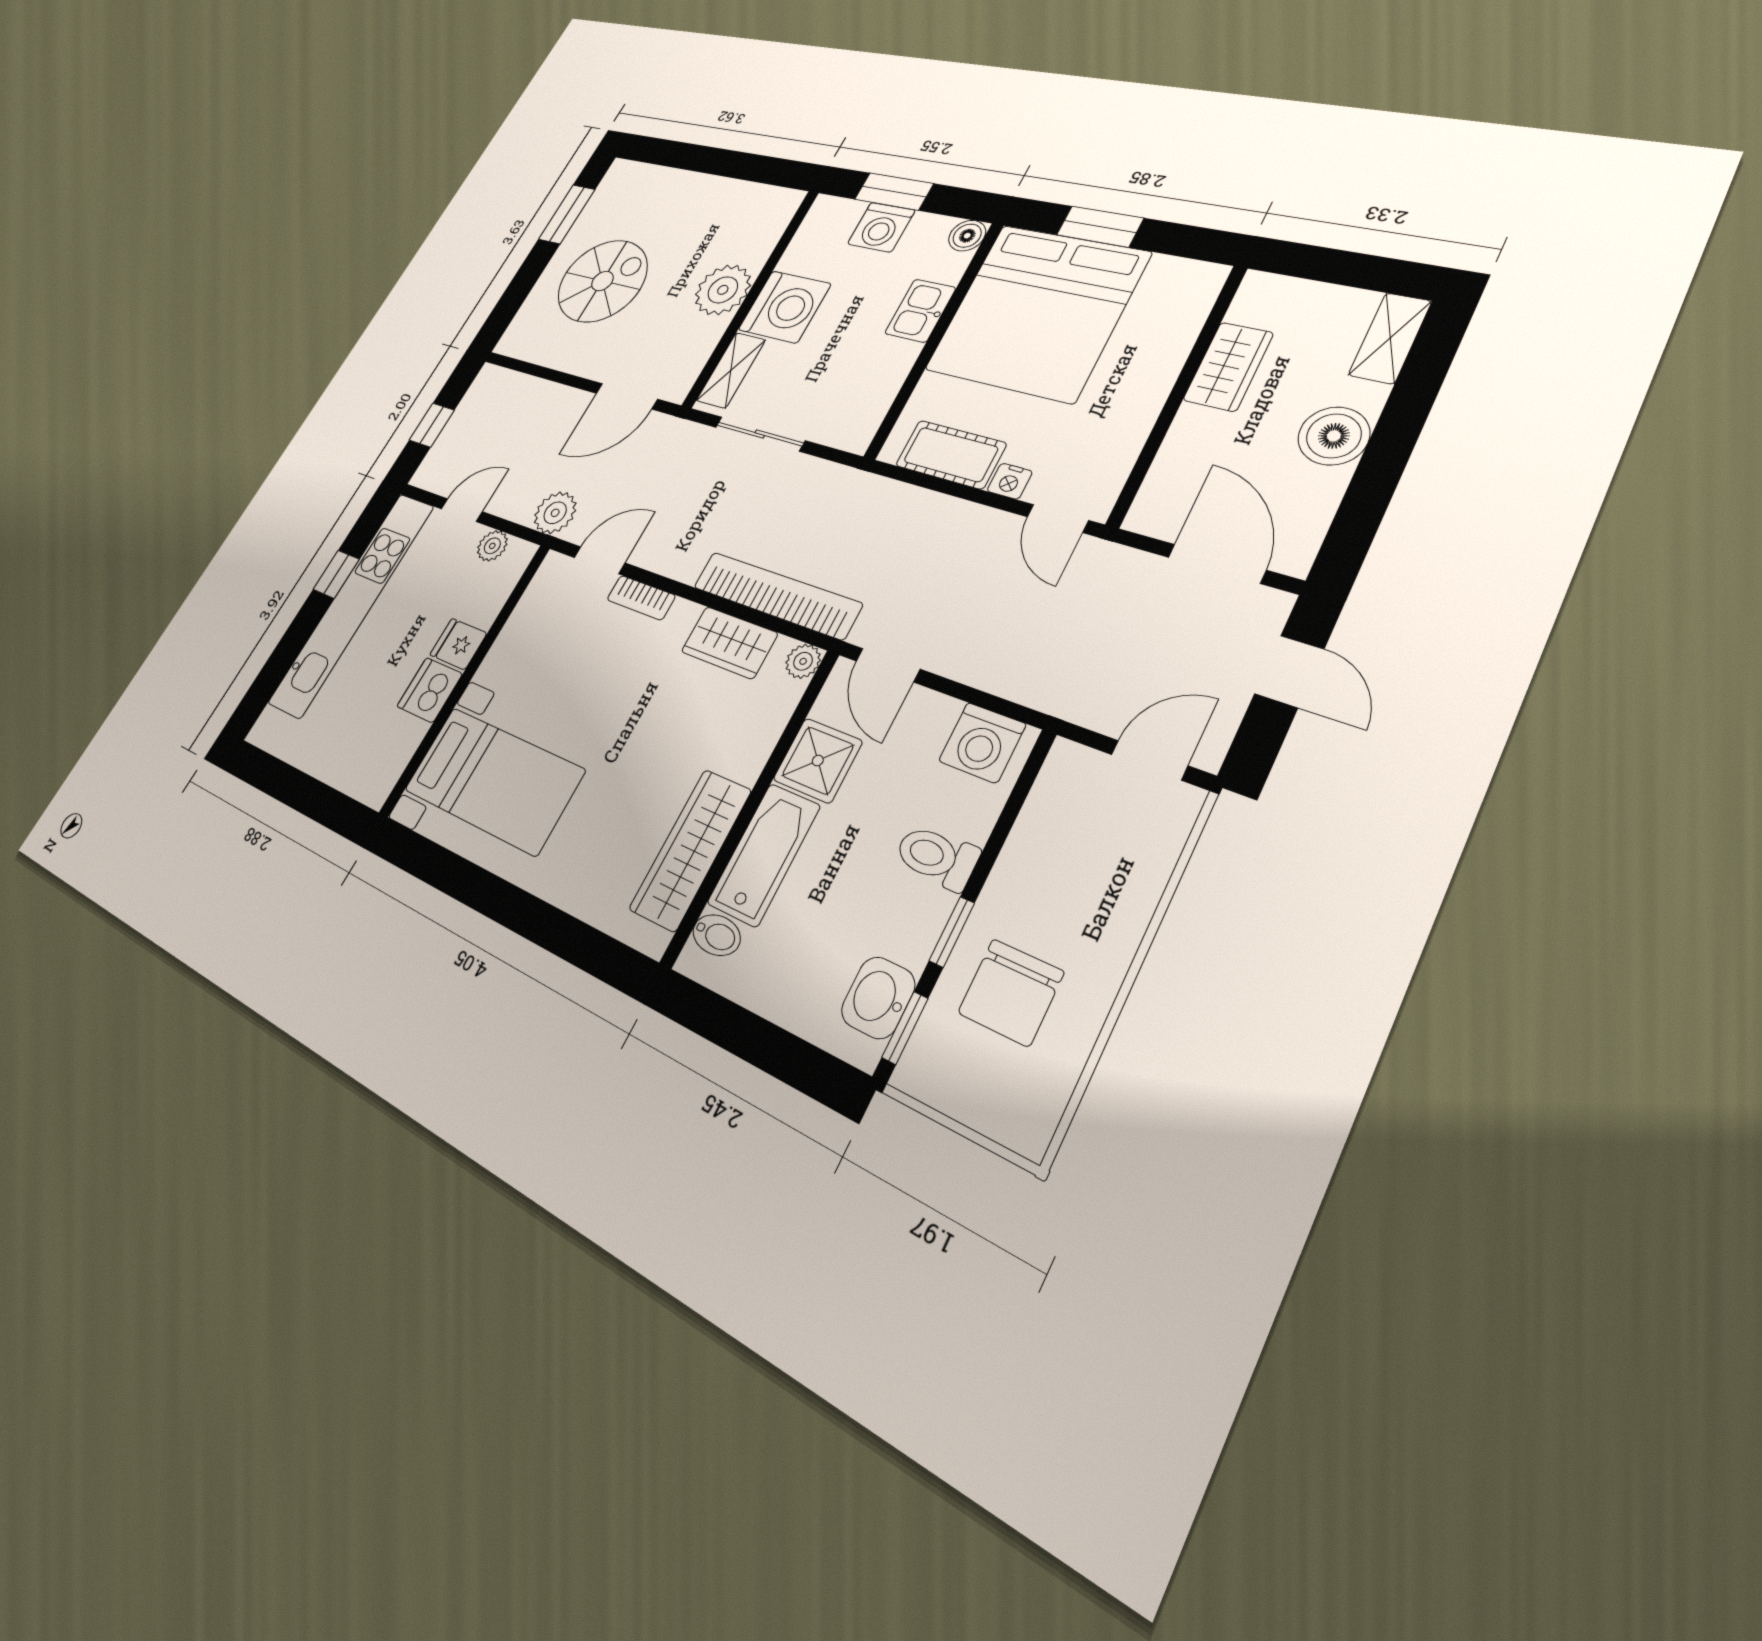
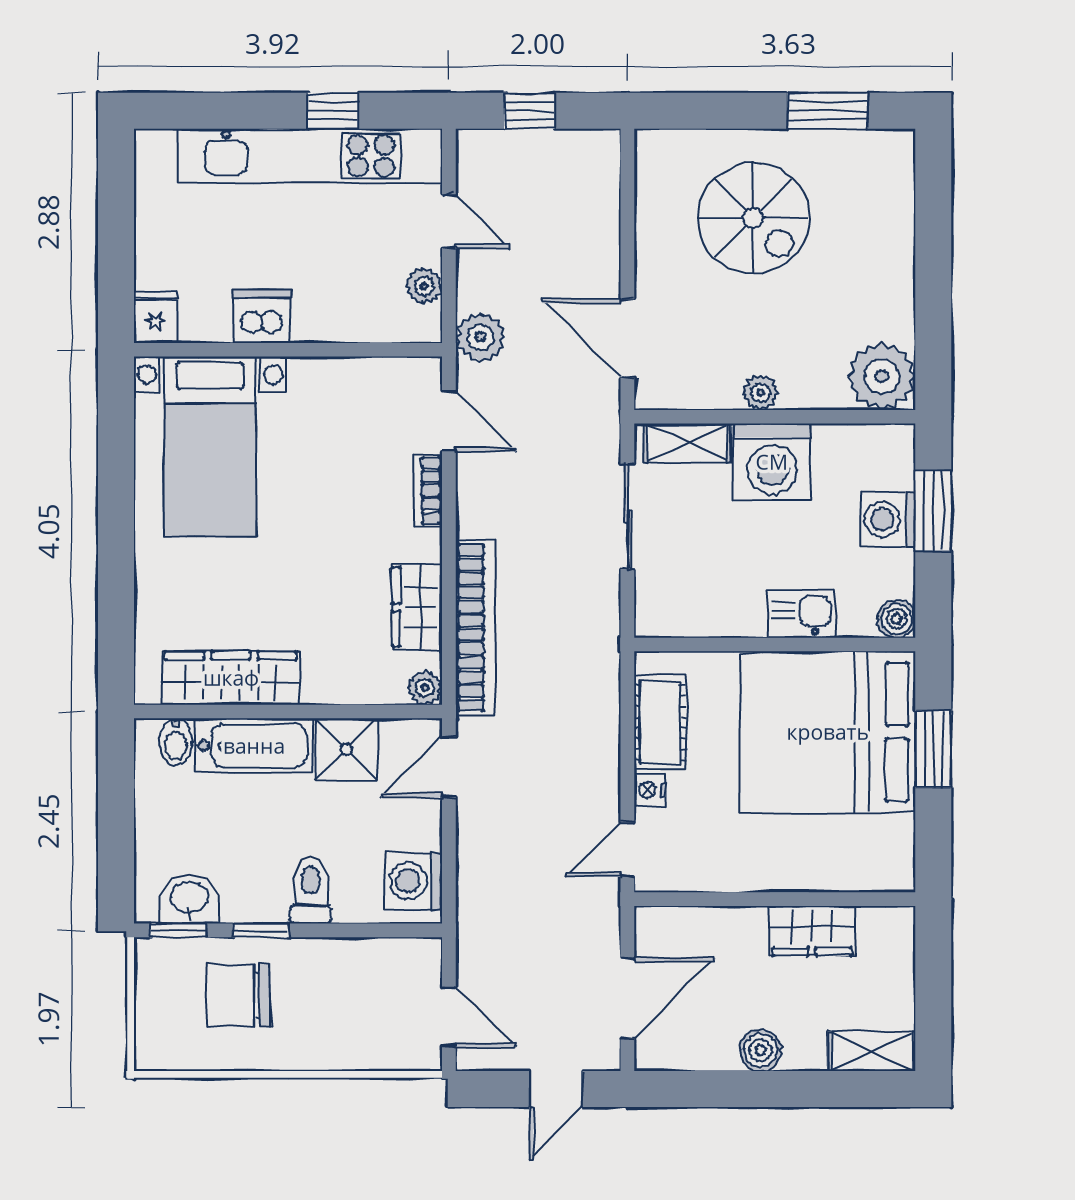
plant: (769, 211) -> (882, 376), added
plant: (723, 290) -> (761, 393), width x0.53, depth x0.53
boiler: (1334, 436) -> (761, 1050), width x0.73, depth x0.73
fridge: (458, 644) -> (156, 317), moved

